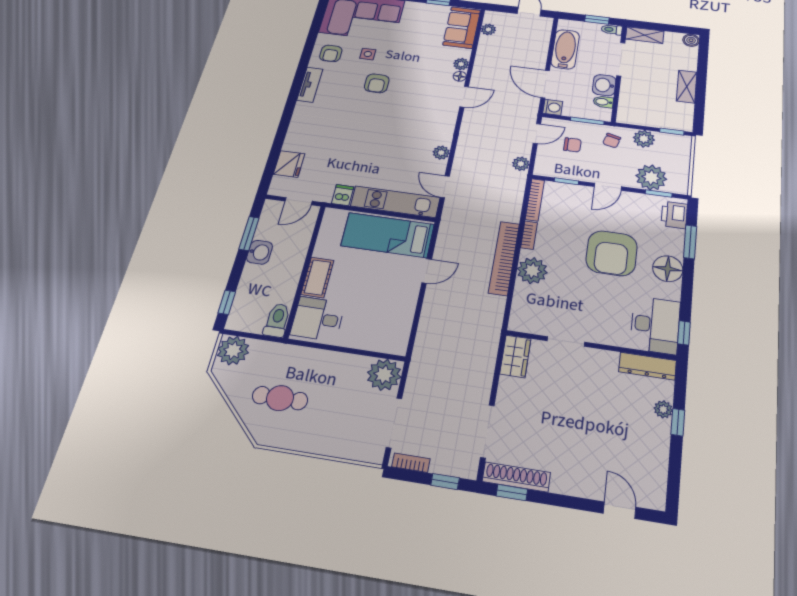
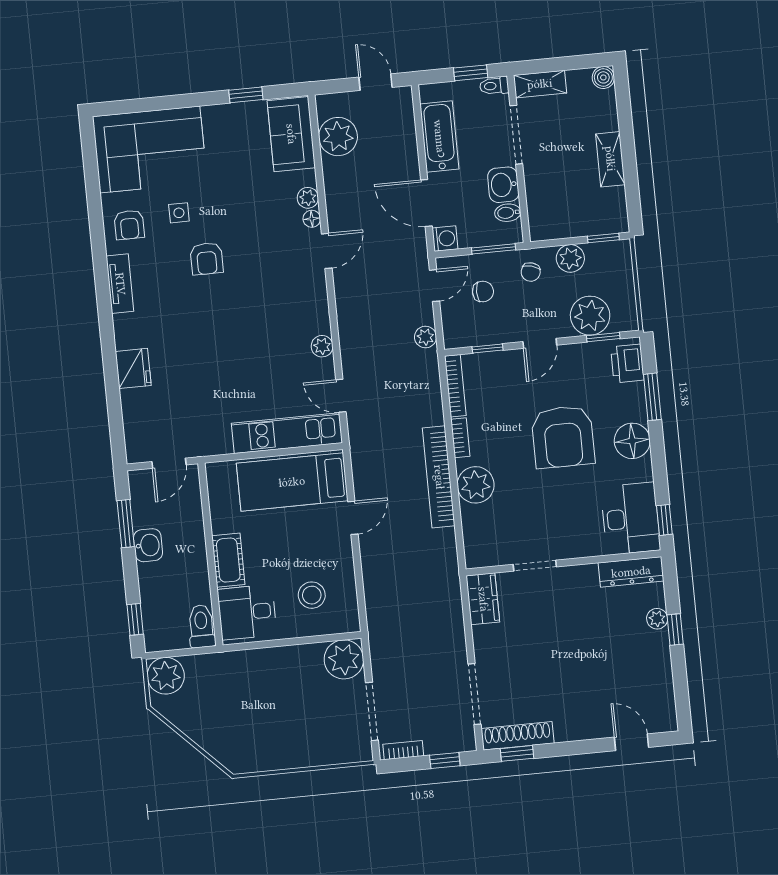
plant: (488, 30) -> (338, 137), width x1.87, depth x1.87
fridge: (289, 164) -> (133, 368), moved
dishwasher: (343, 195) -> (220, 441), removed
stool: (375, 319) -> (312, 595), added
cafe table: (280, 398) -> (239, 717), removed

